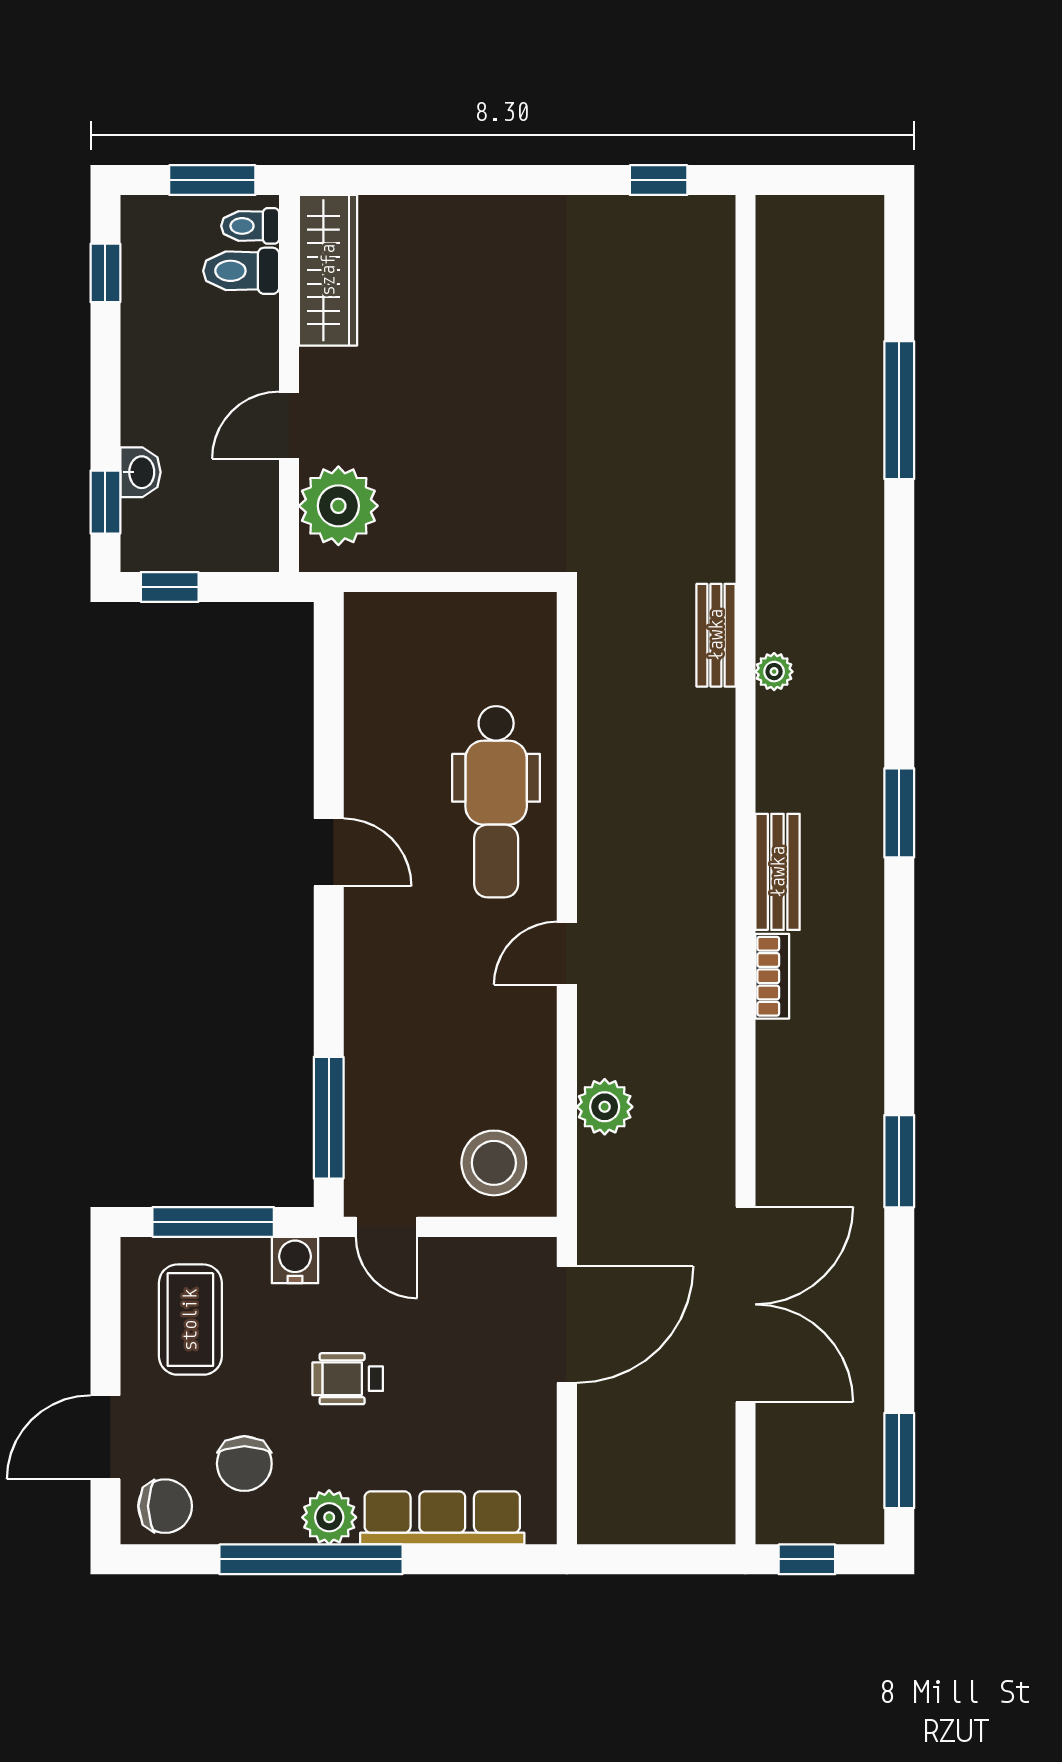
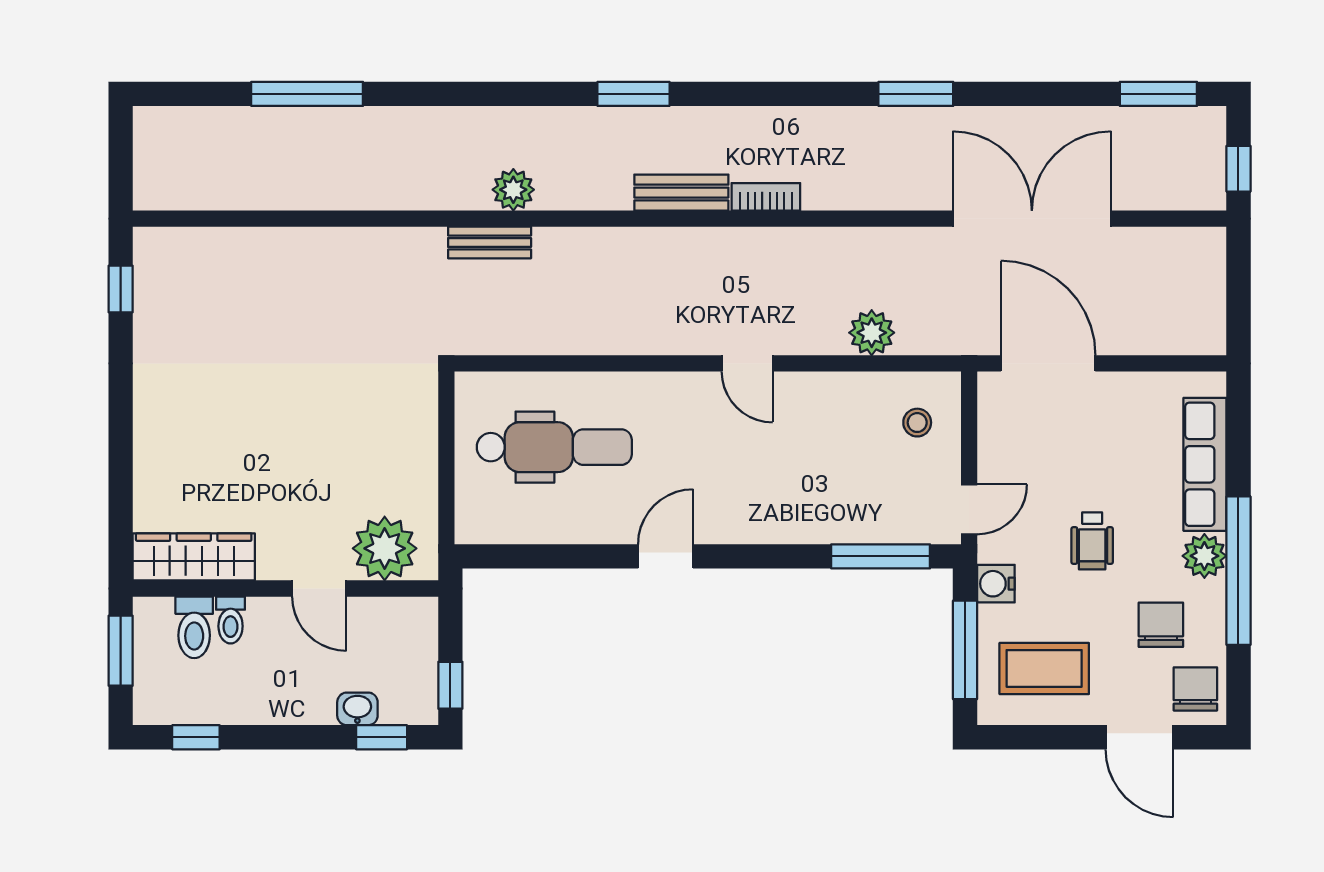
toilet: (250, 226) -> (231, 620), moved
plant: (774, 672) -> (513, 190), width x1.38, depth x1.38
dental chair: (496, 802) -> (554, 447), moved
stool: (494, 1163) -> (917, 423), width x0.53, depth x0.53
chair: (244, 1464) -> (1161, 625), turned -90

